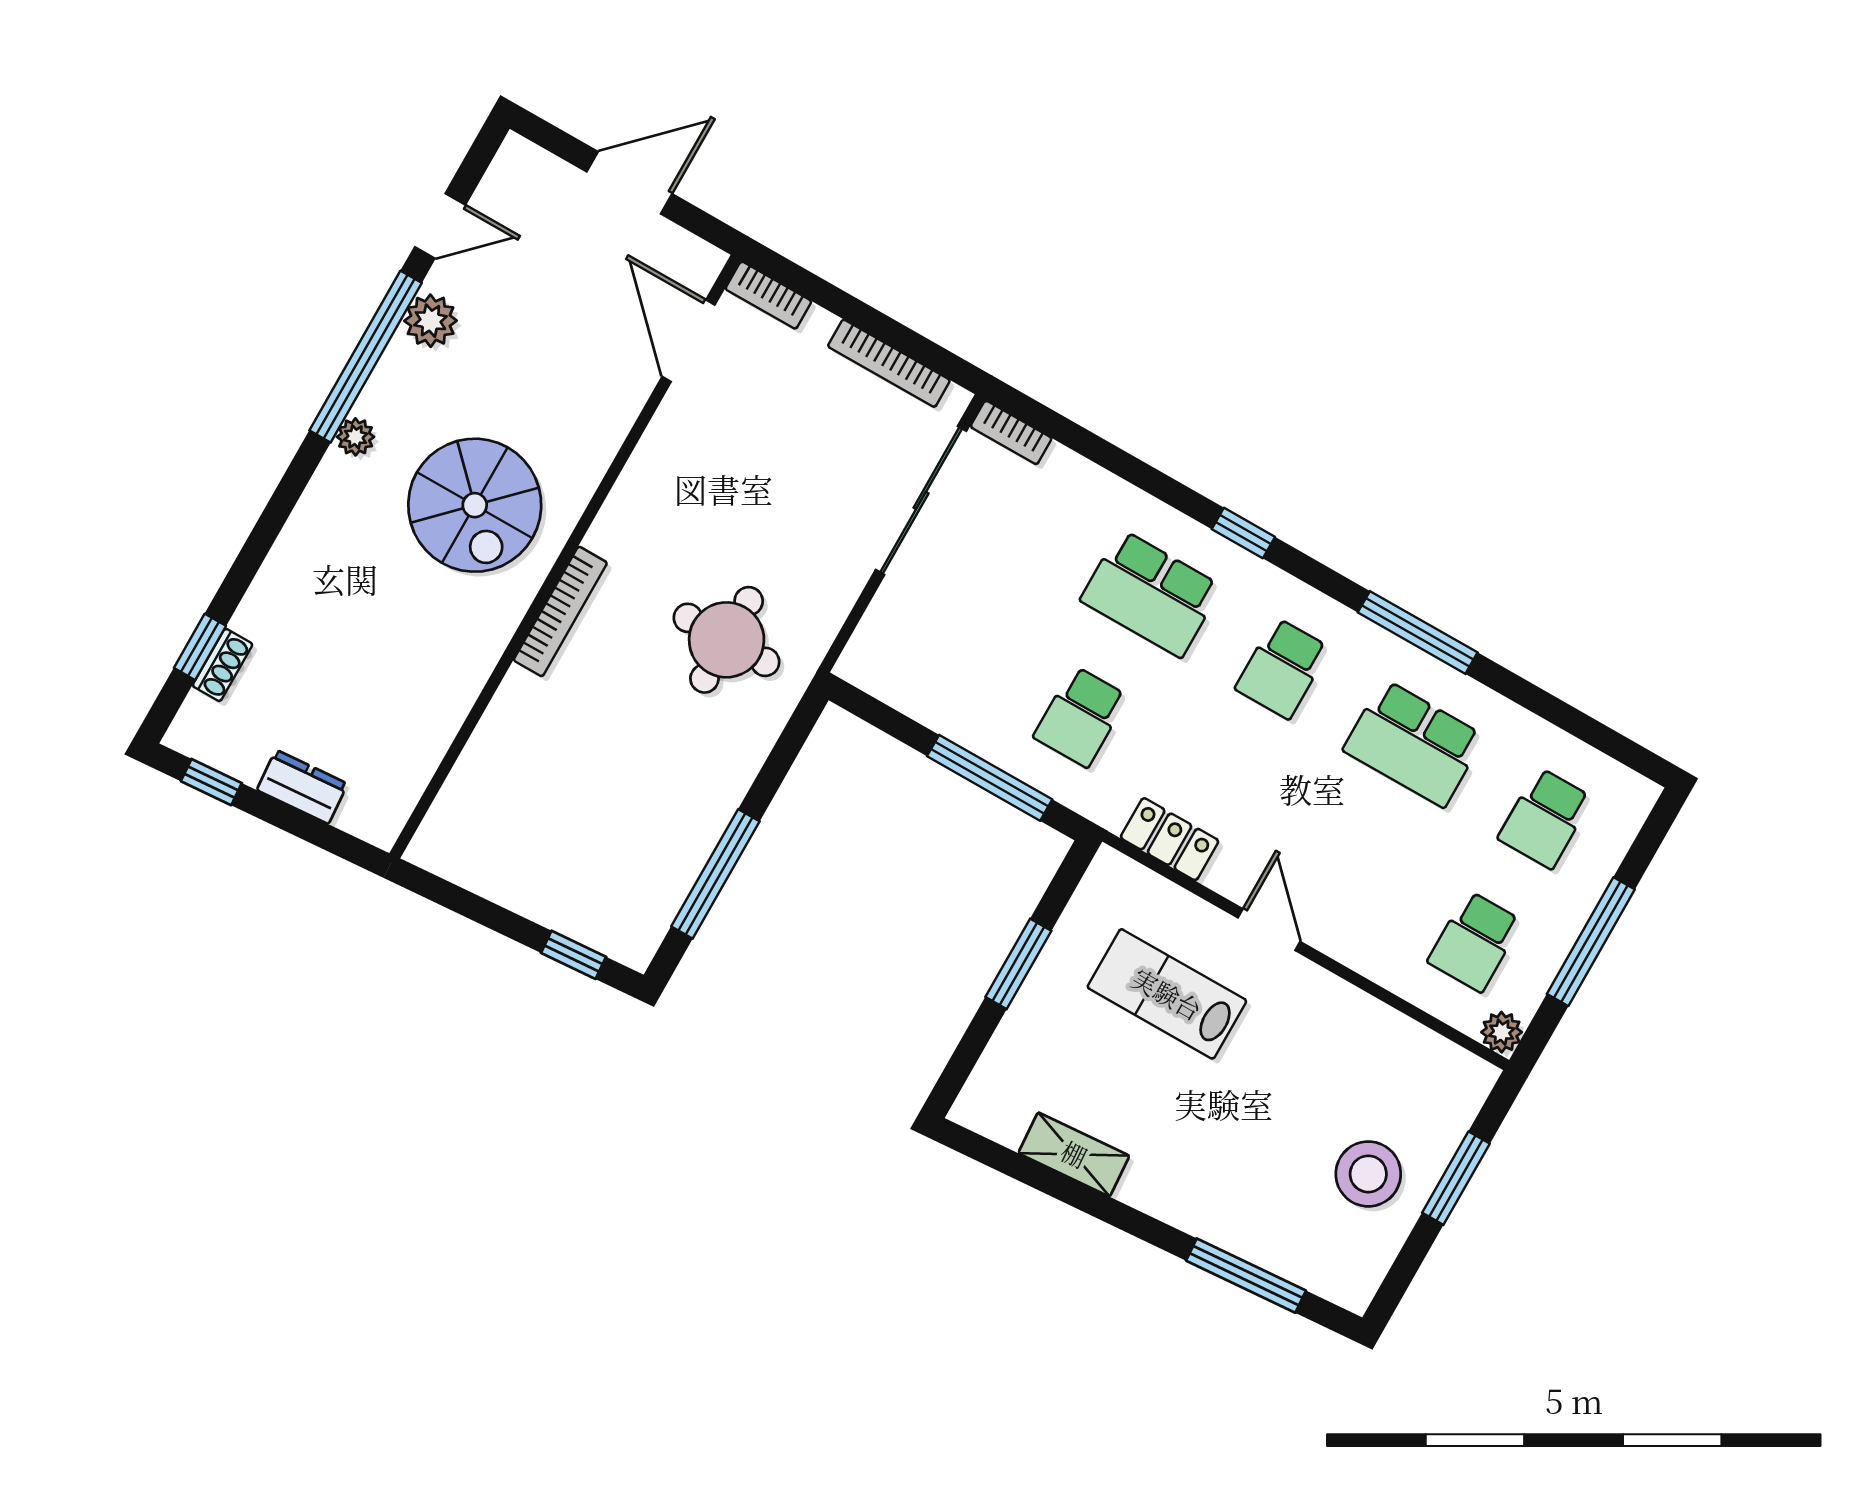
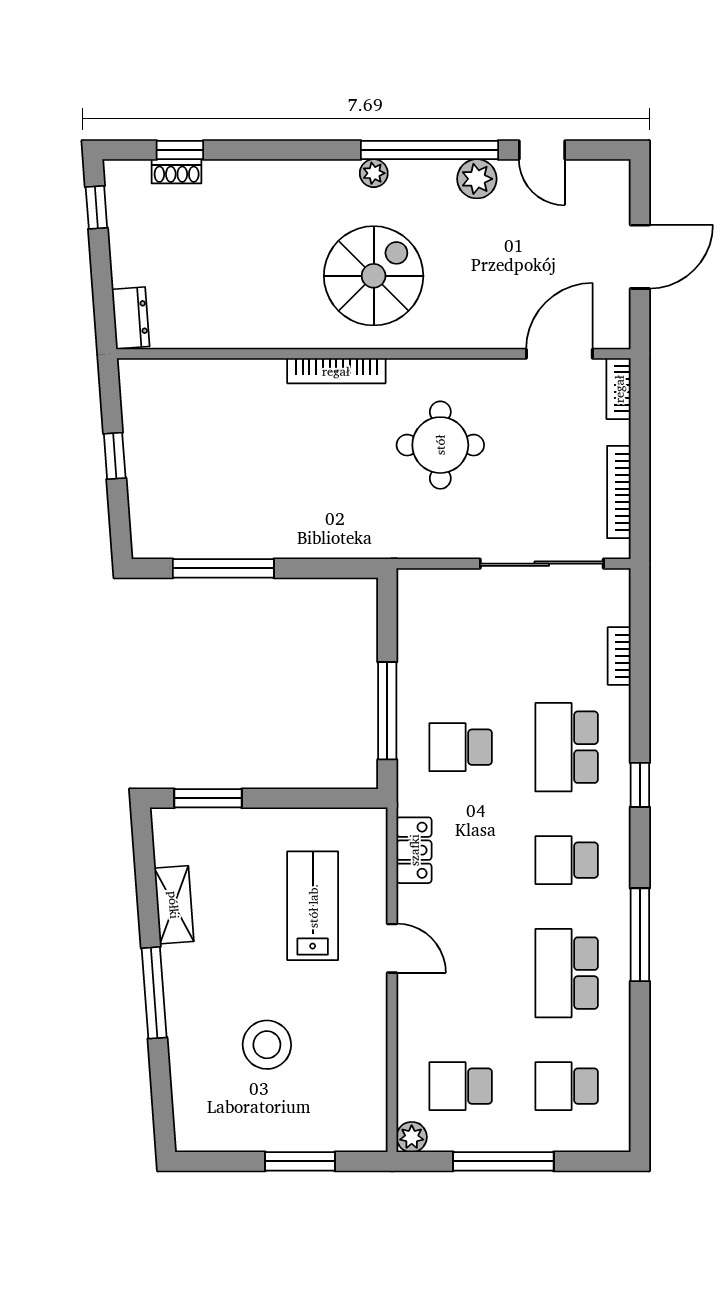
door: (629, 183) -> (640, 257), hinge flipped
bookcase: (1011, 432) -> (619, 656), moved
spiral stairs: (475, 505) -> (374, 276), turned 180
round table: (727, 640) -> (440, 445), moved
dresser: (302, 787) -> (131, 318), moved
door: (1269, 930) -> (392, 948), hinge flipped
window: (573, 955) -> (115, 456), moved
window: (1018, 964) -> (208, 798), moved
stool: (1368, 1174) -> (267, 1045), moved
window: (1246, 1276) -> (154, 993), moved

